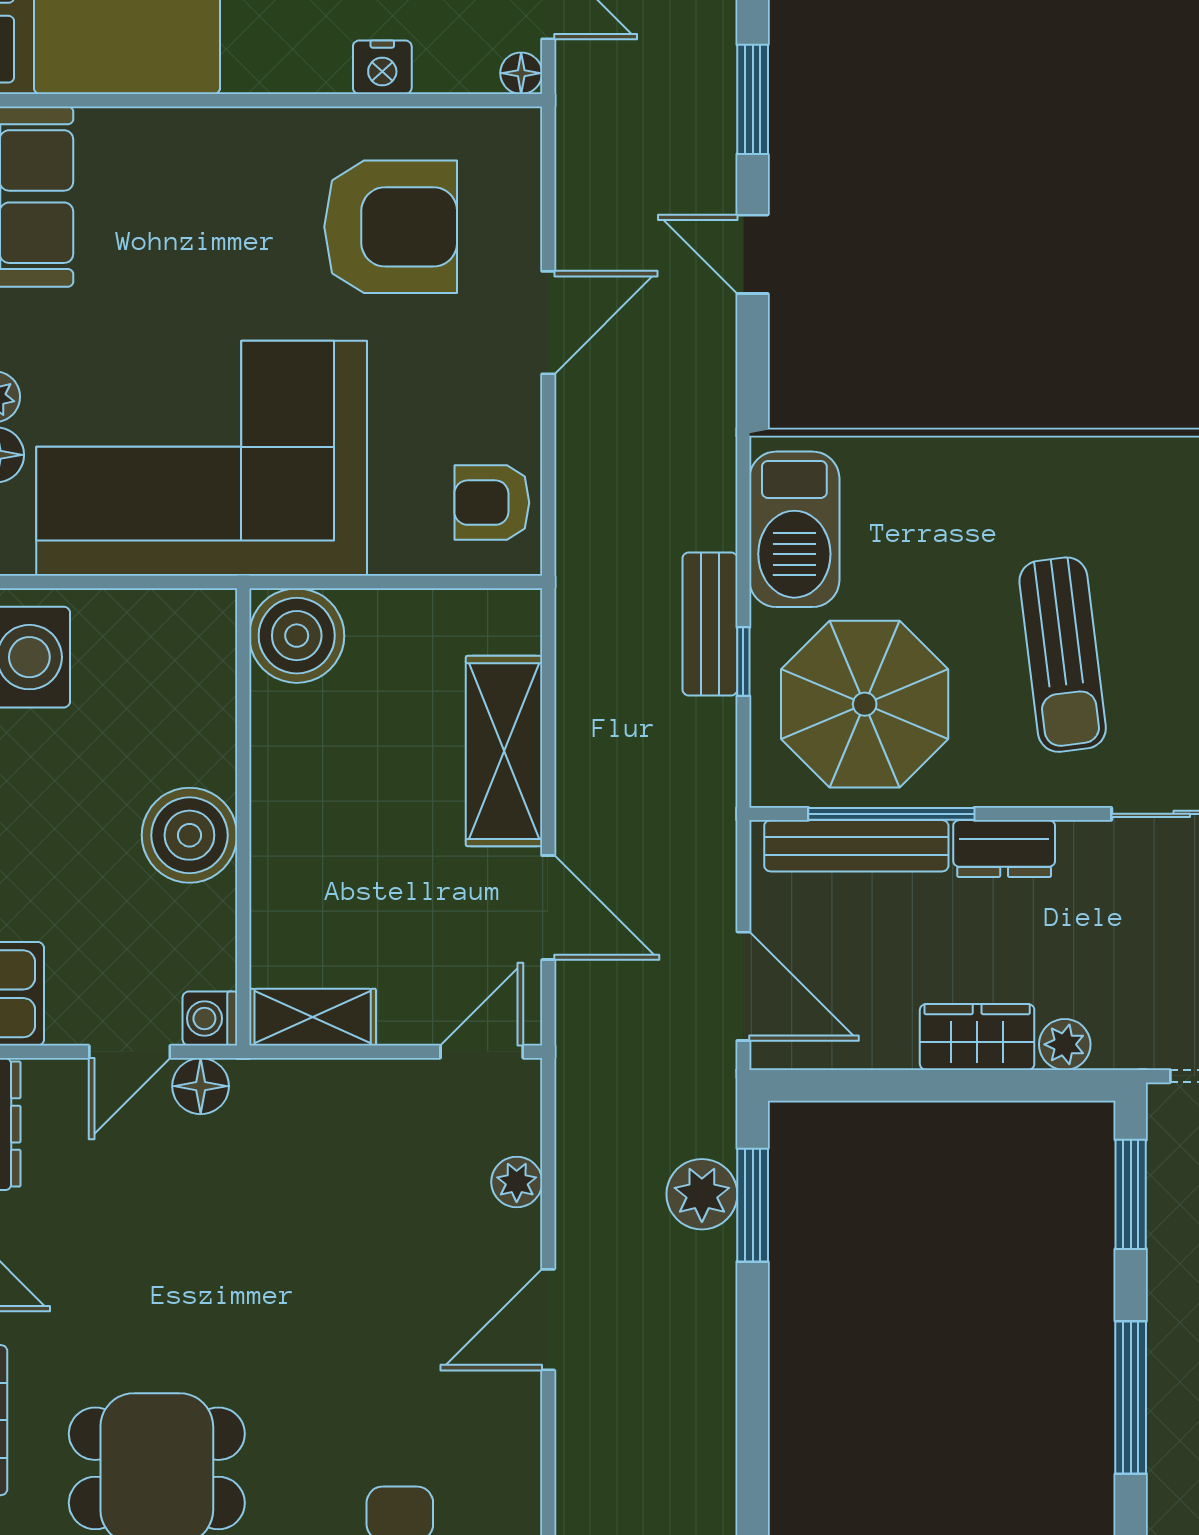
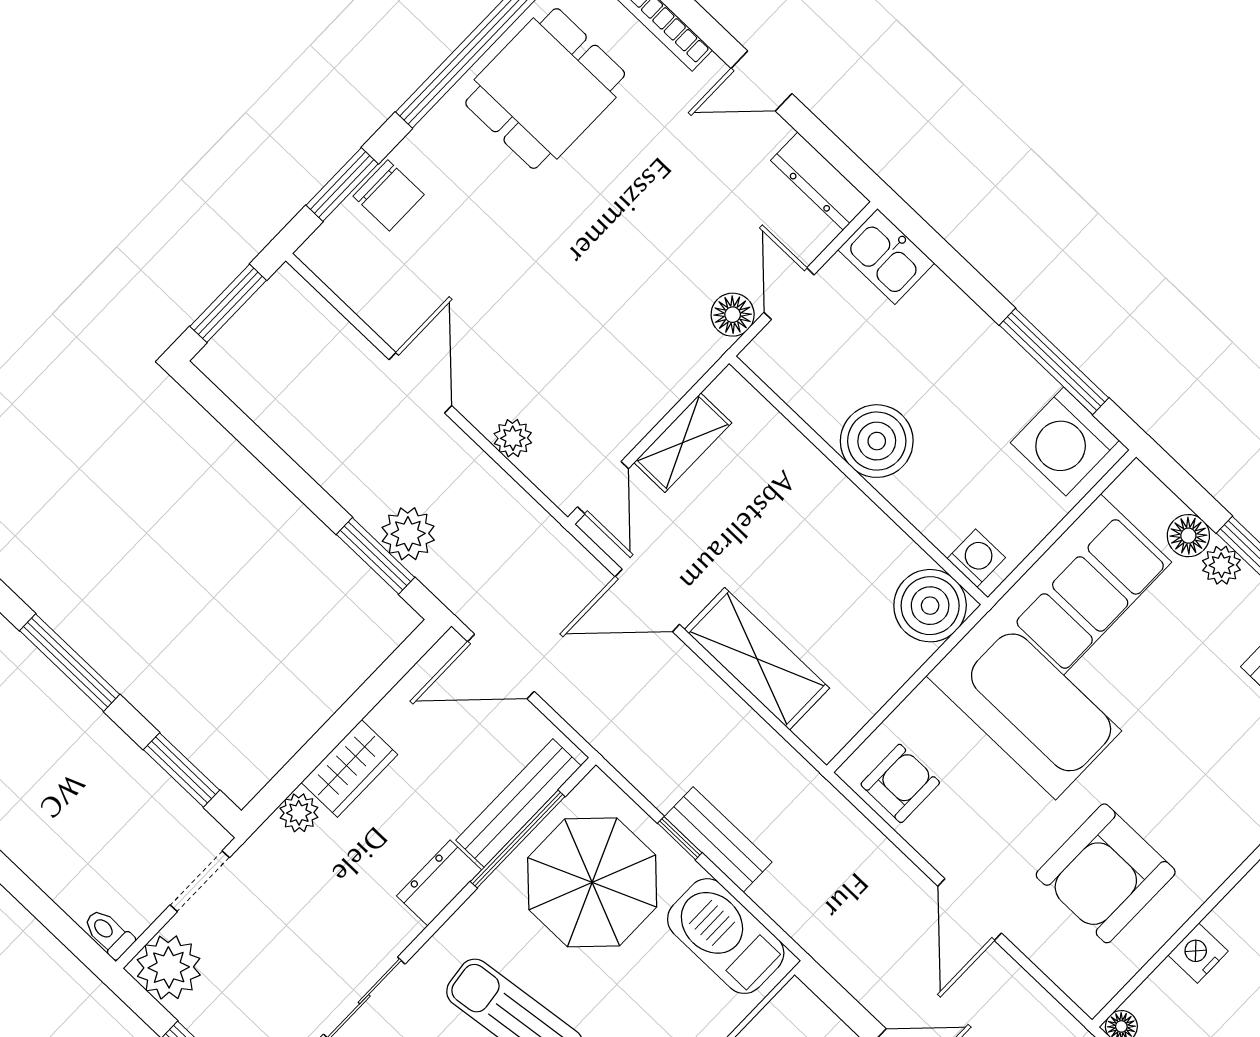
shelving: (313, 1017) -> (683, 443), moved
washing machine: (210, 1018) -> (976, 558), moved

